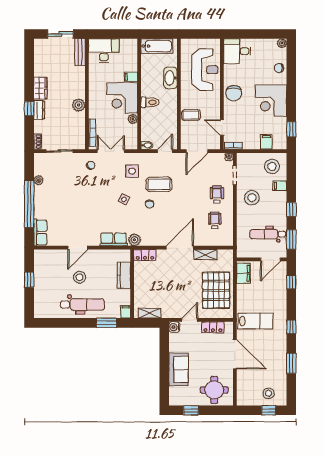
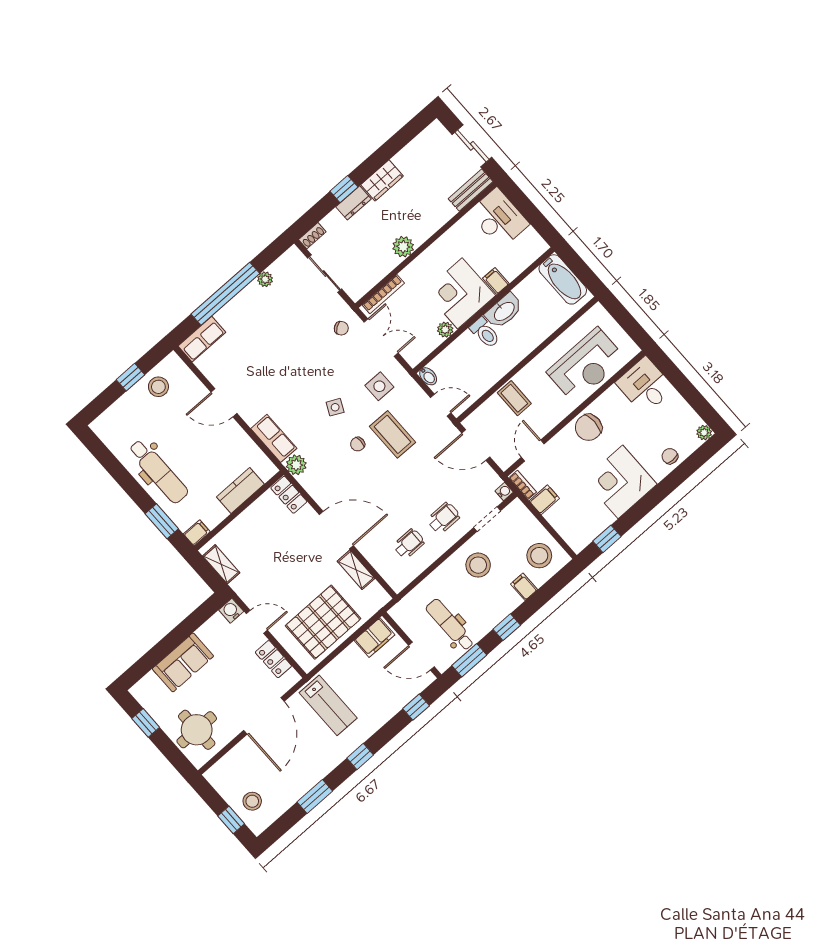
washbasin: (170, 78) -> (504, 311), moved, turned 180
filing cabinet: (266, 142) -> (544, 500), moved
stool: (80, 277) -> (158, 387), moved

